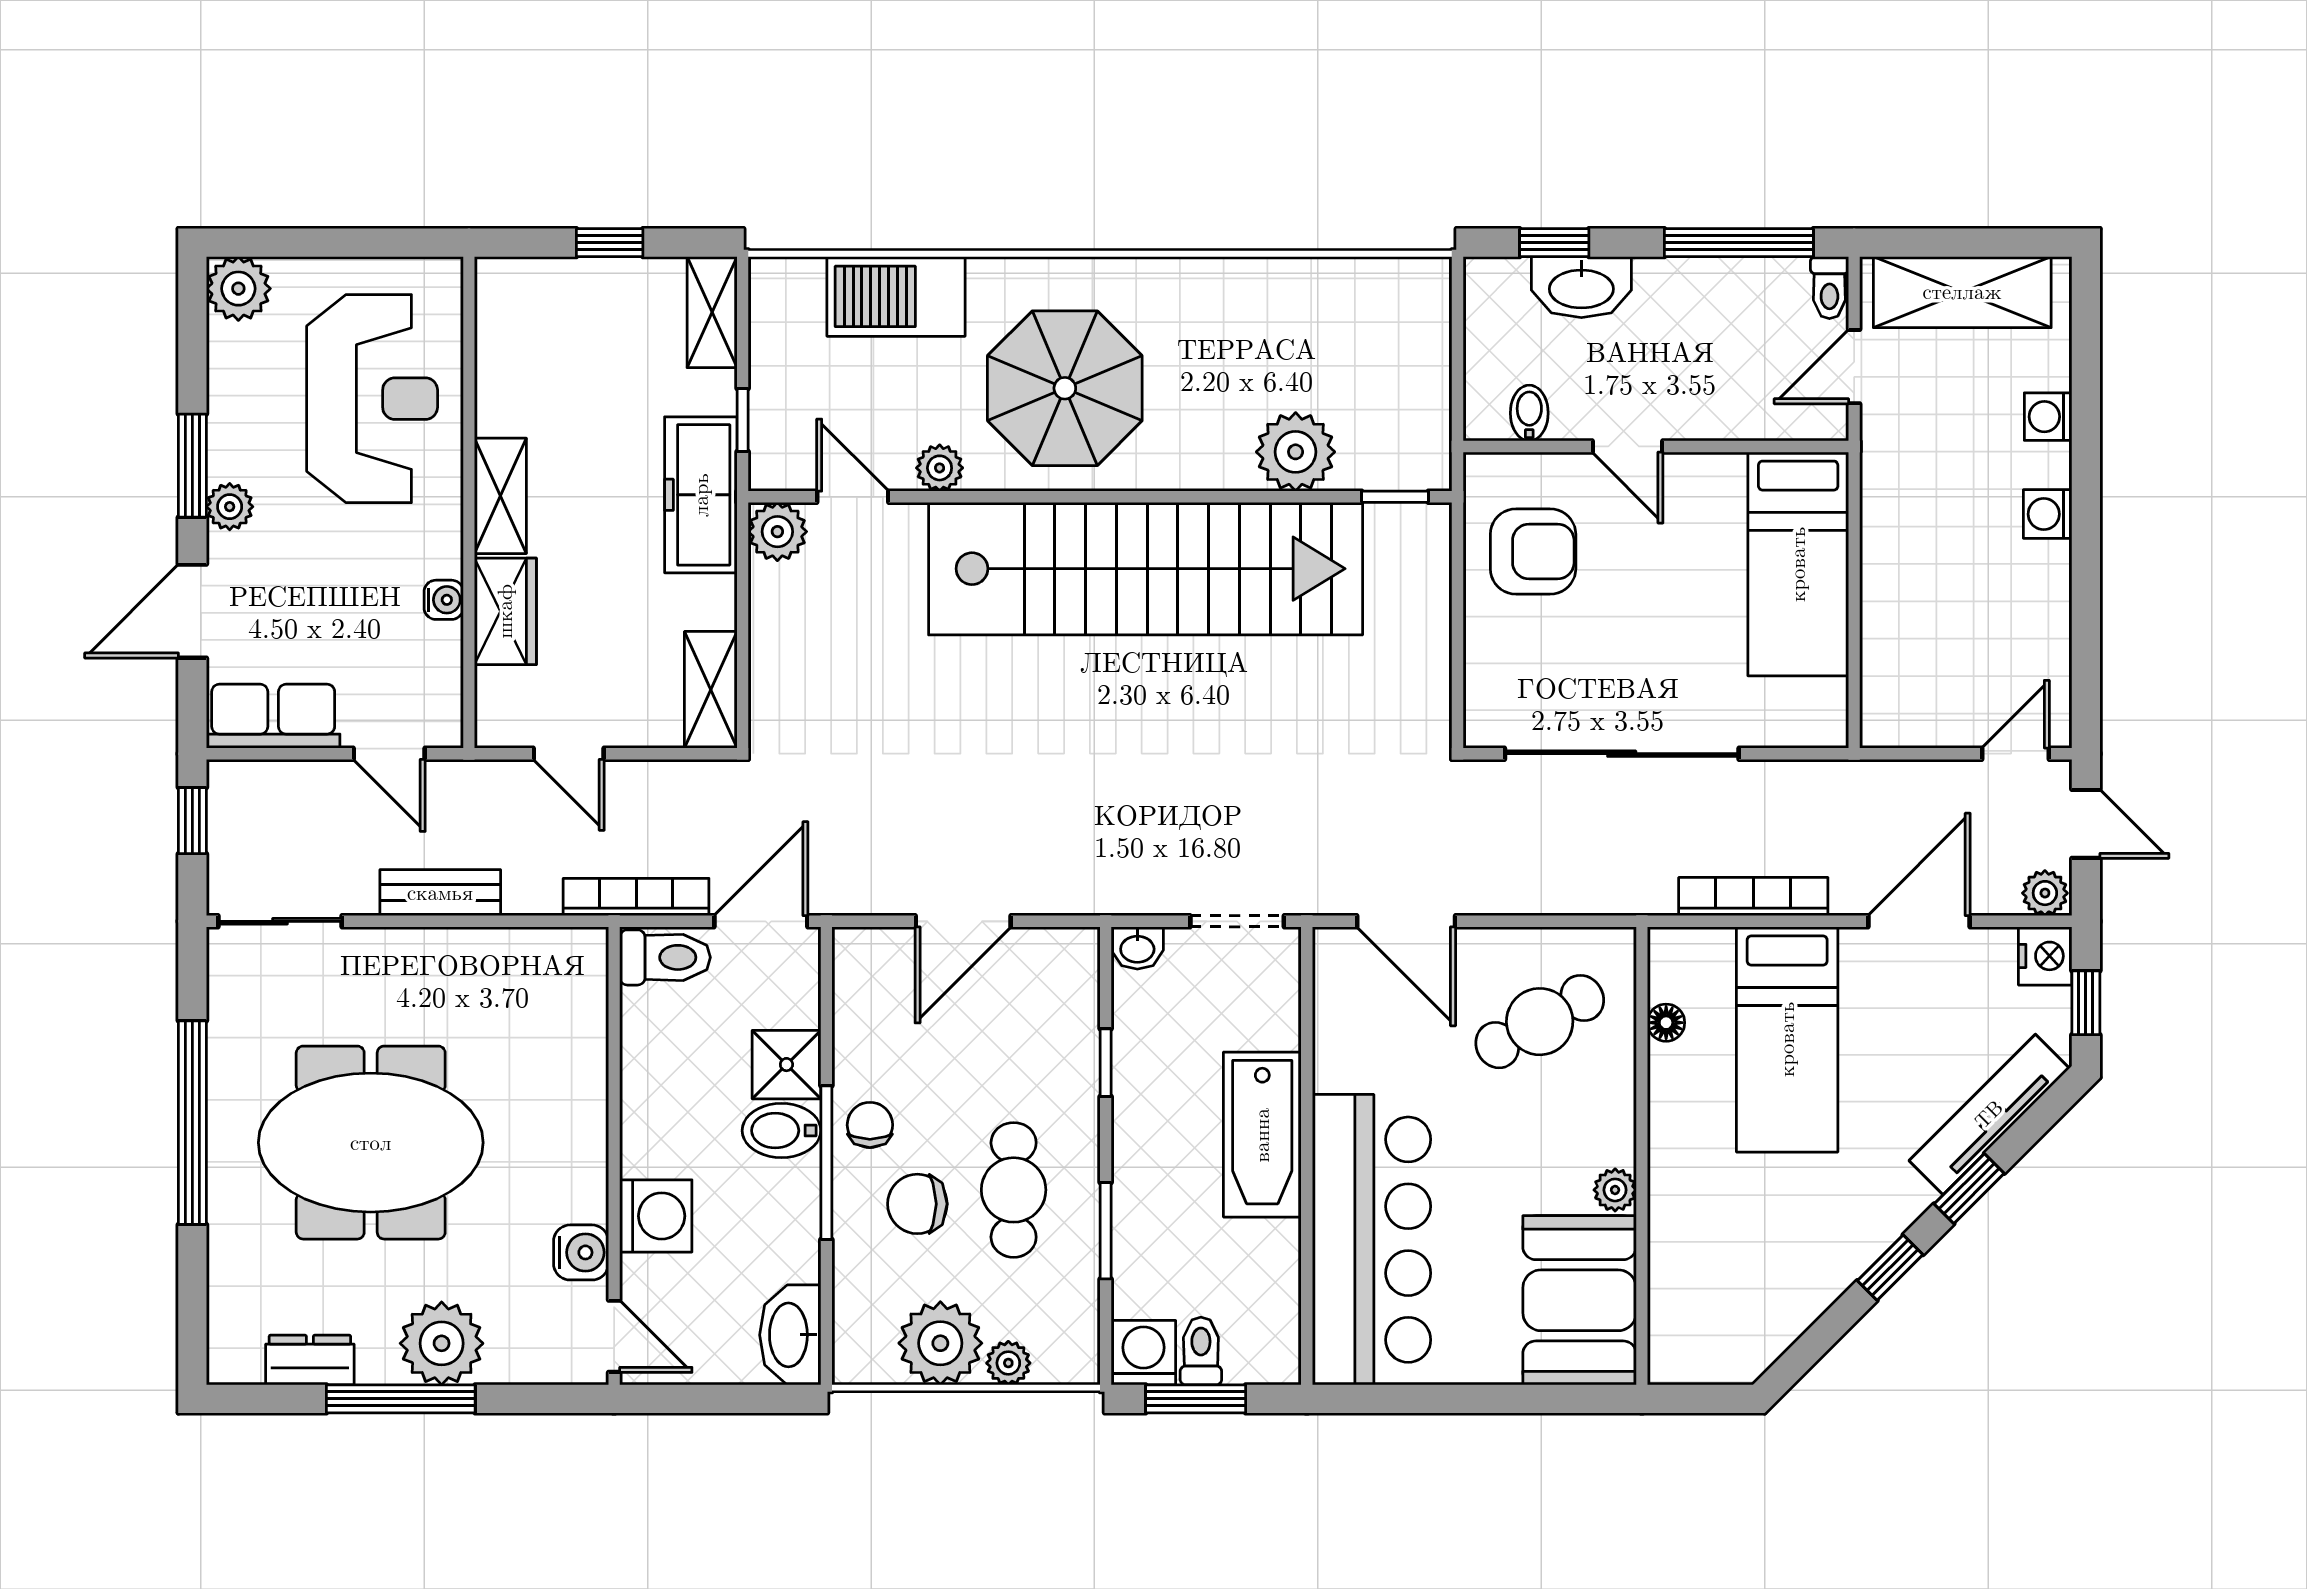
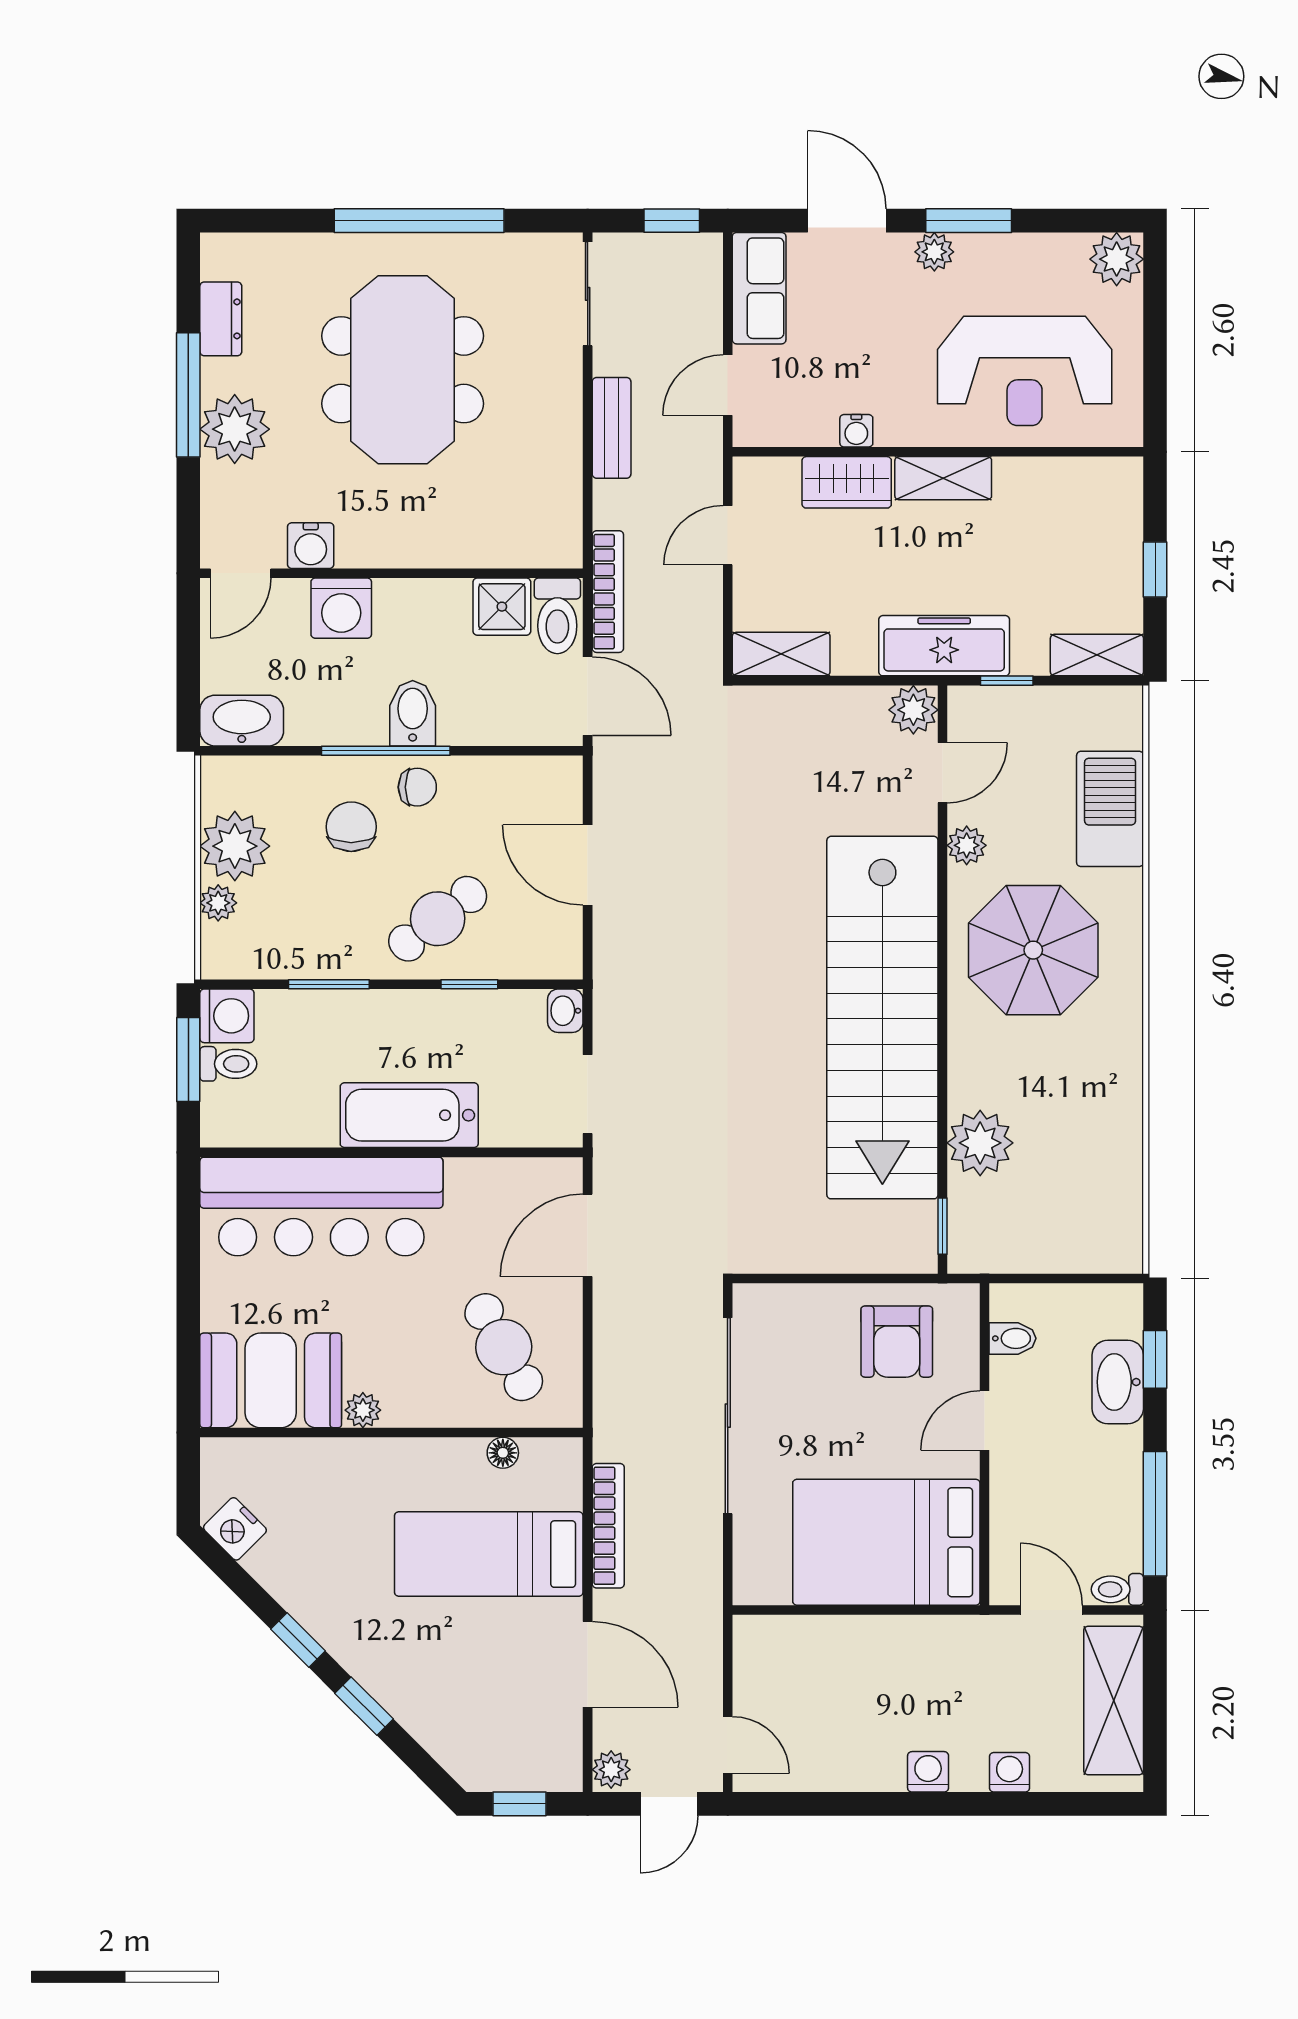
bed: (1798, 564) -> (886, 1542), width x1.50
nightstand: (2045, 956) -> (235, 1529), moved, turned 45
shower: (786, 1065) -> (502, 607), moved
tv unit: (1989, 1114) -> (426, 1723), removed
cafe table: (1014, 1190) -> (438, 919), moved, turned -38

